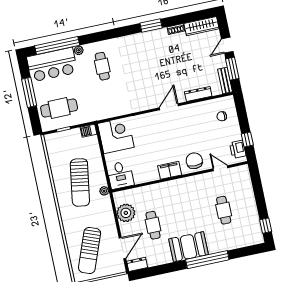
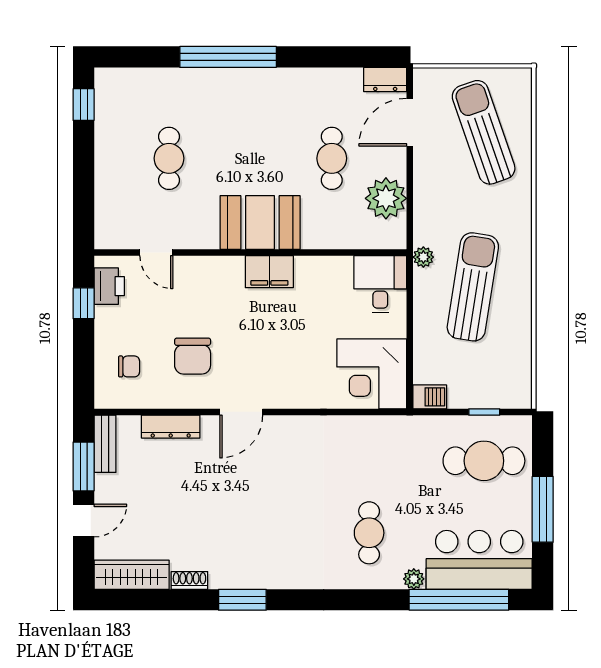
chair: (194, 161) -> (193, 356), moved
booth: (189, 247) -> (260, 223), moved
sun lounger: (90, 251) -> (484, 132), turned -40

